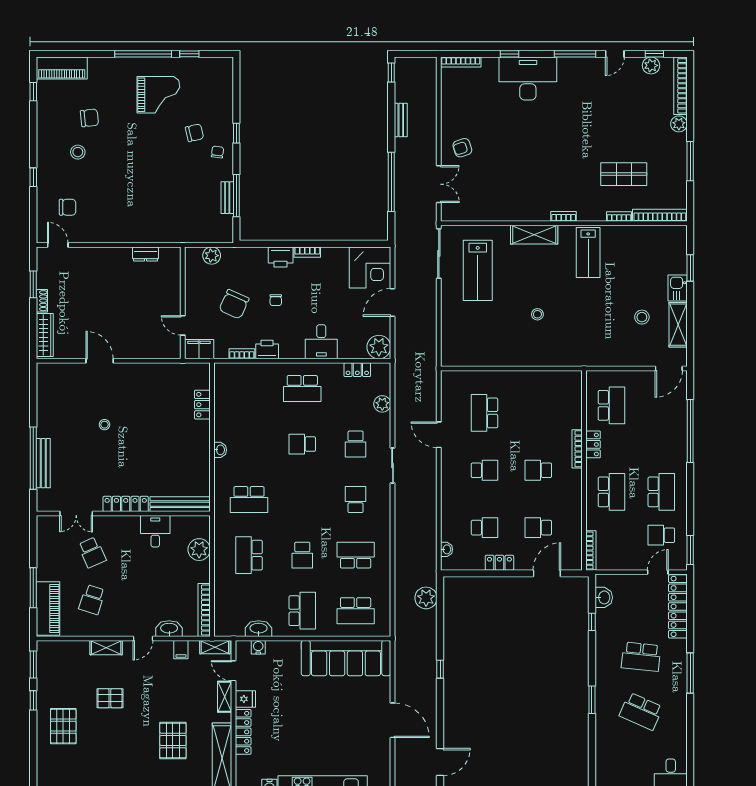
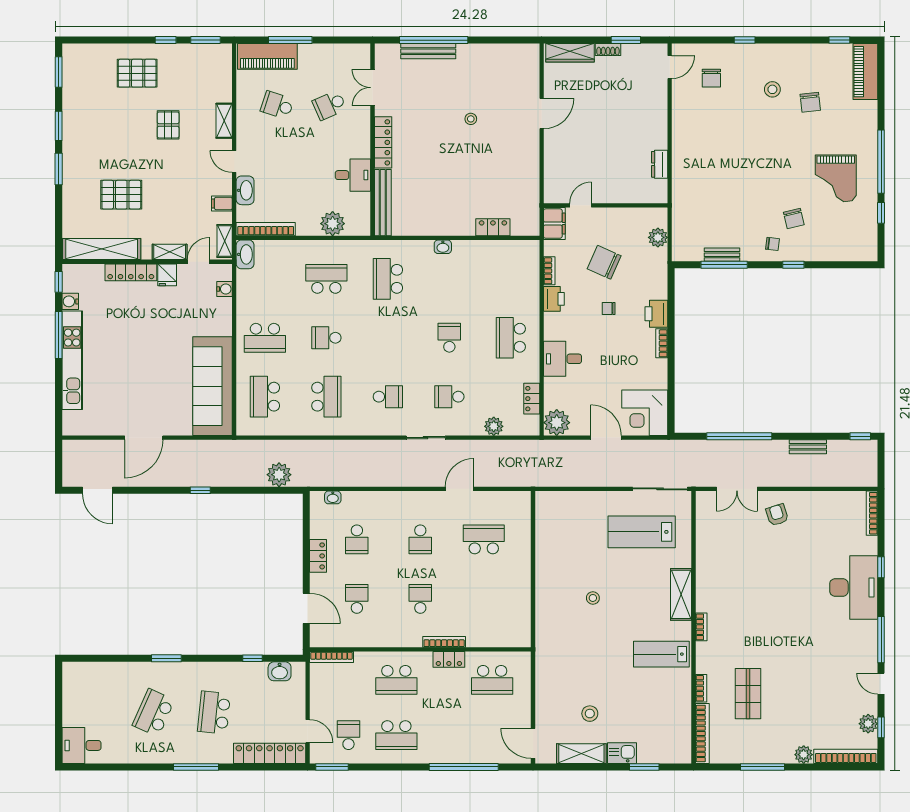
washbasin: (259, 629) -> (245, 254), moved

